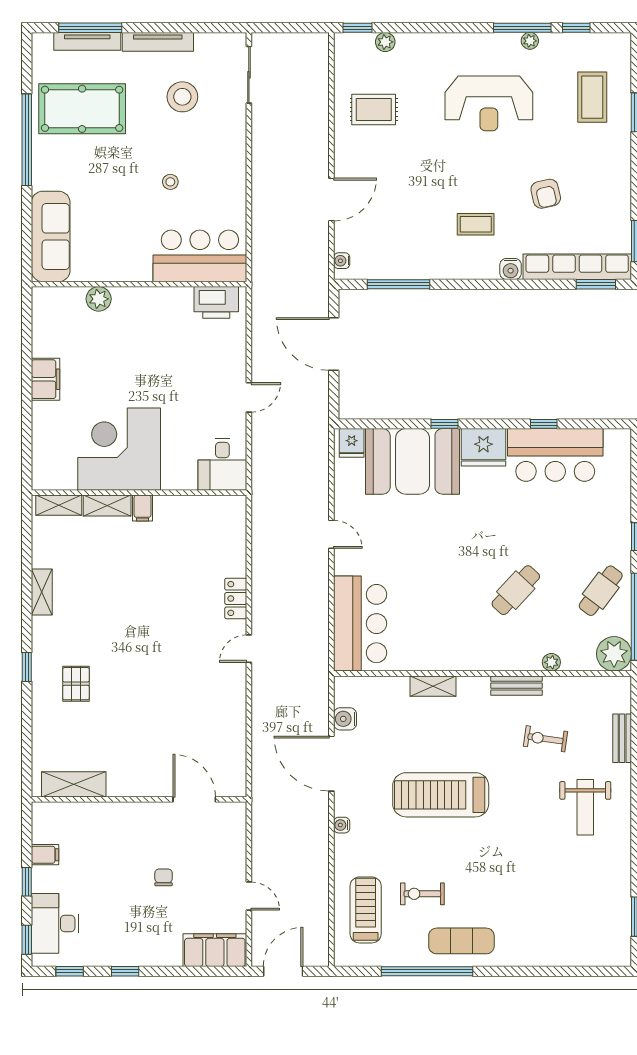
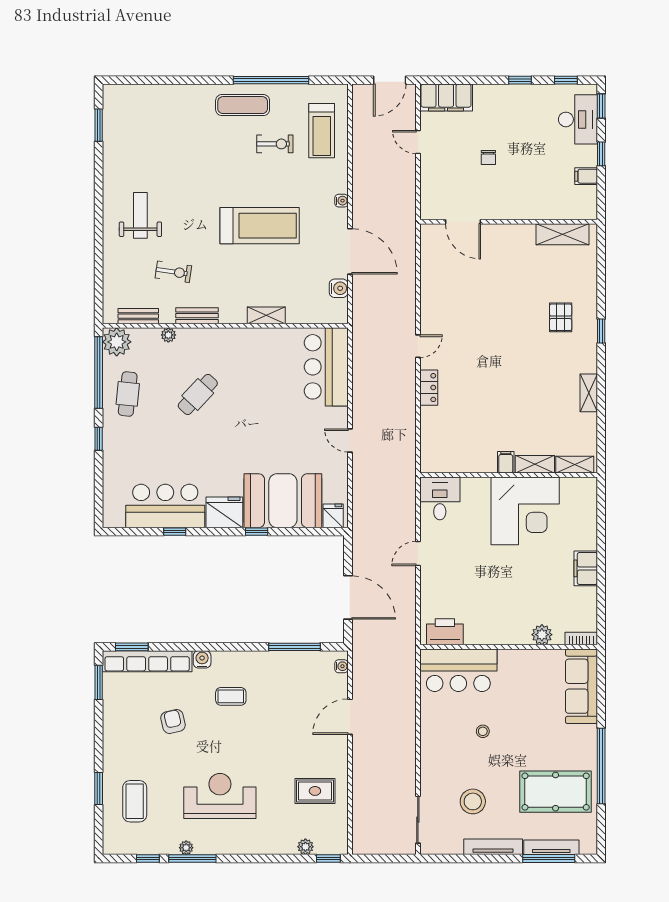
bookcase: (51, 294) -> (581, 639), added
cafe table: (601, 591) -> (128, 394), turned -31
bench: (622, 738) -> (138, 316), moved, turned 90

